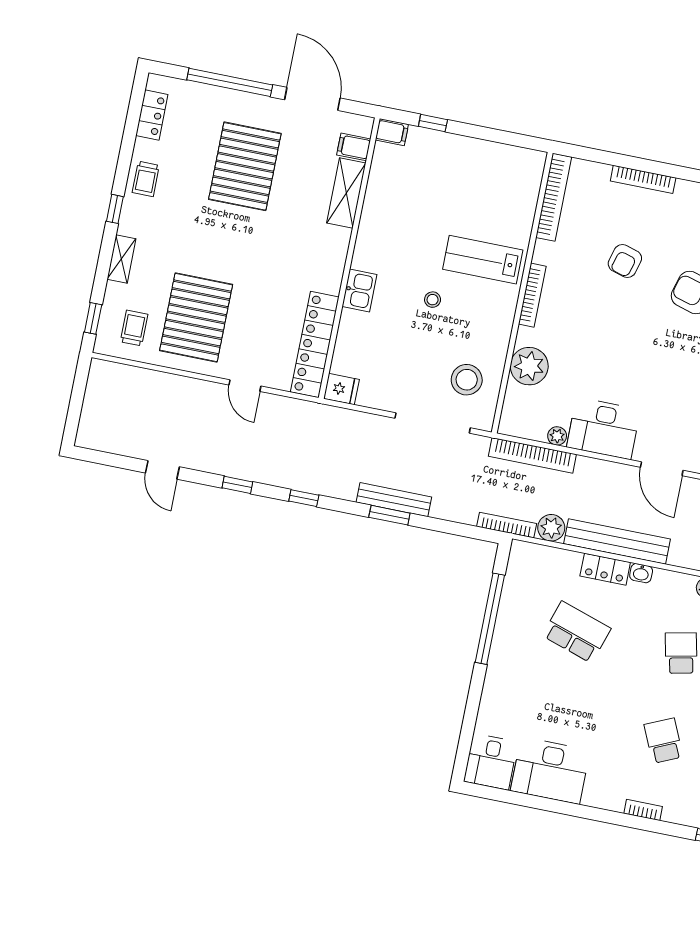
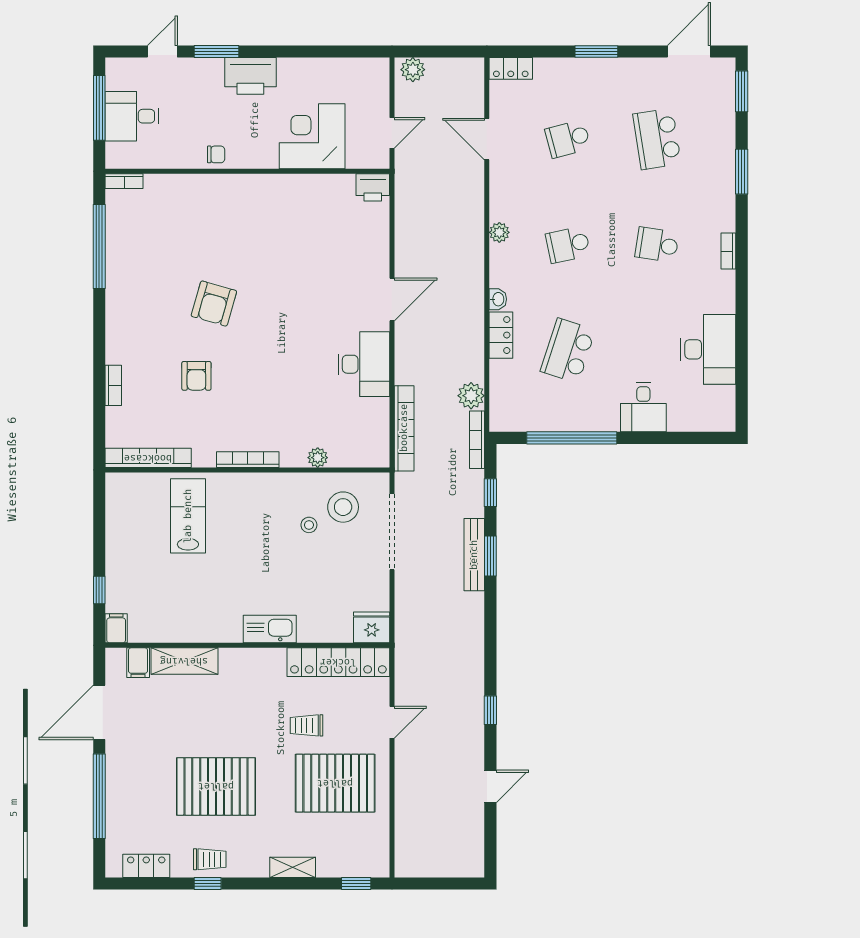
pallet: (245, 166) -> (216, 786), moved
bookcase: (643, 179) -> (113, 385), width x0.64
window: (115, 209) -> (208, 884), moved
lab bench: (483, 260) -> (188, 516), moved, turned 180
armchair: (625, 261) -> (196, 376), turned 74
kitchen sink: (359, 290) -> (270, 629), width x1.38
stool: (433, 300) -> (309, 525), moved
trolley: (134, 328) -> (306, 725), moved
plant: (529, 366) -> (318, 458), width x0.53, depth x0.53
fridge: (341, 389) -> (372, 627), width x1.38
plant: (557, 436) -> (380, 408), removed
window: (304, 498) -> (490, 493), moved
bench: (617, 541) -> (472, 329), removed
school desk: (663, 741) -> (657, 245), turned 33
desk: (491, 762) -> (643, 407), moved, turned 90

